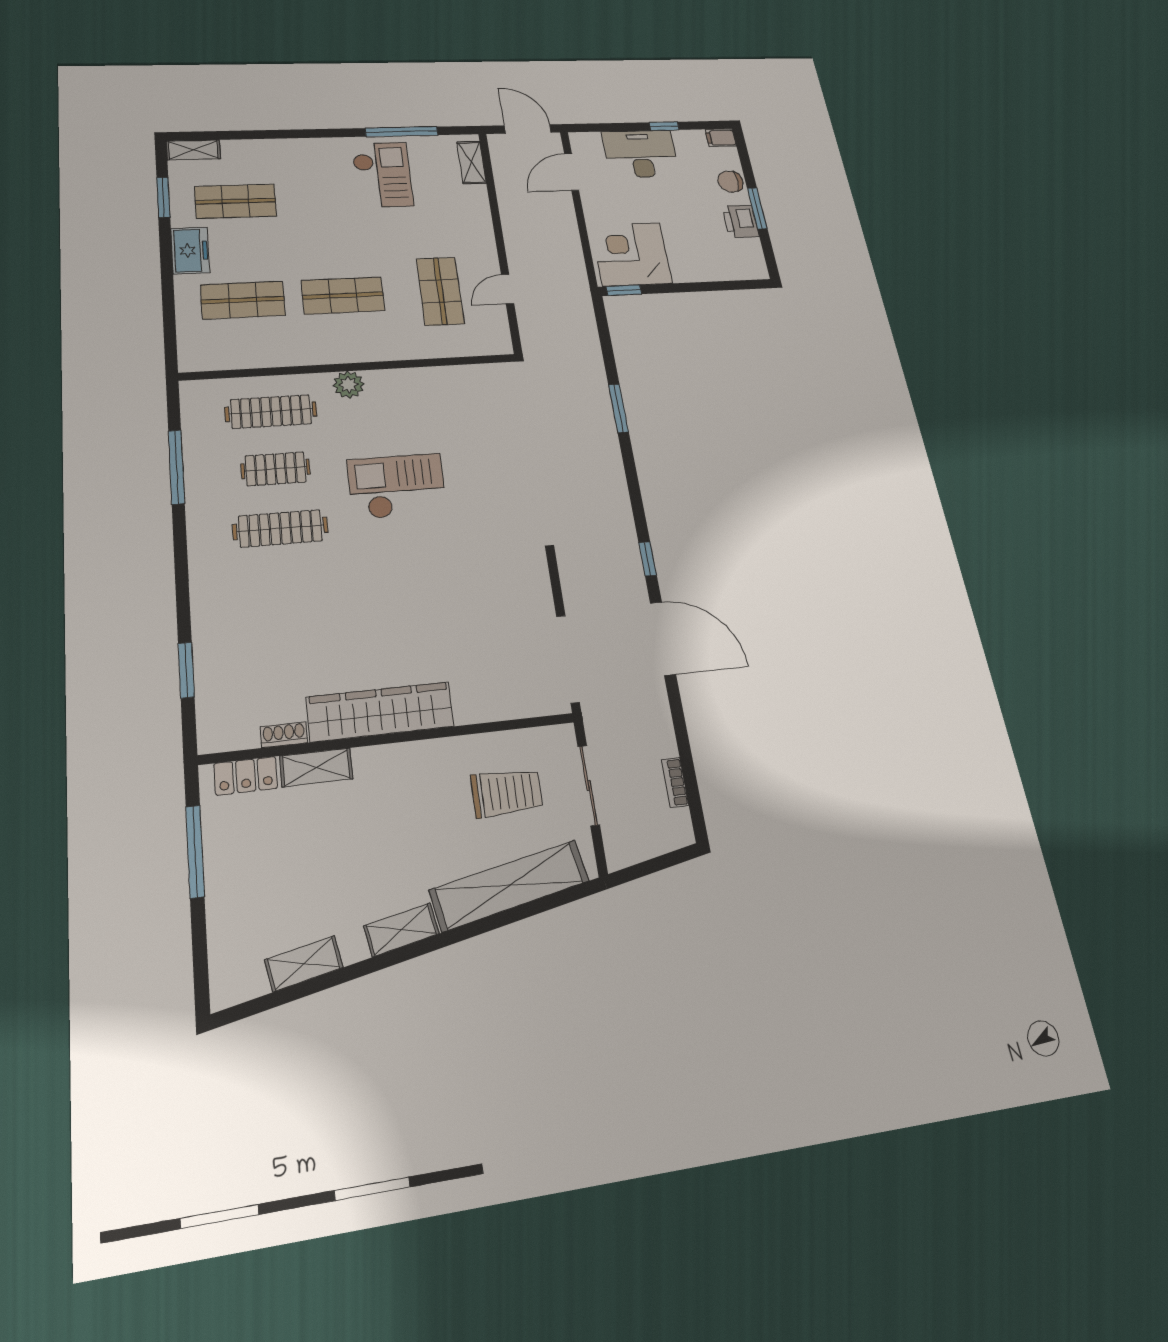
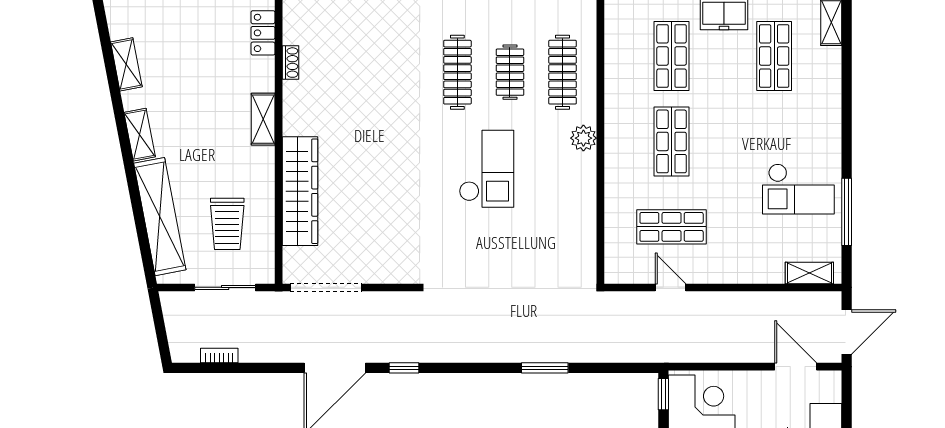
wardrobe: (380, 712) -> (300, 191), moved
shelving: (316, 767) -> (263, 119), moved

